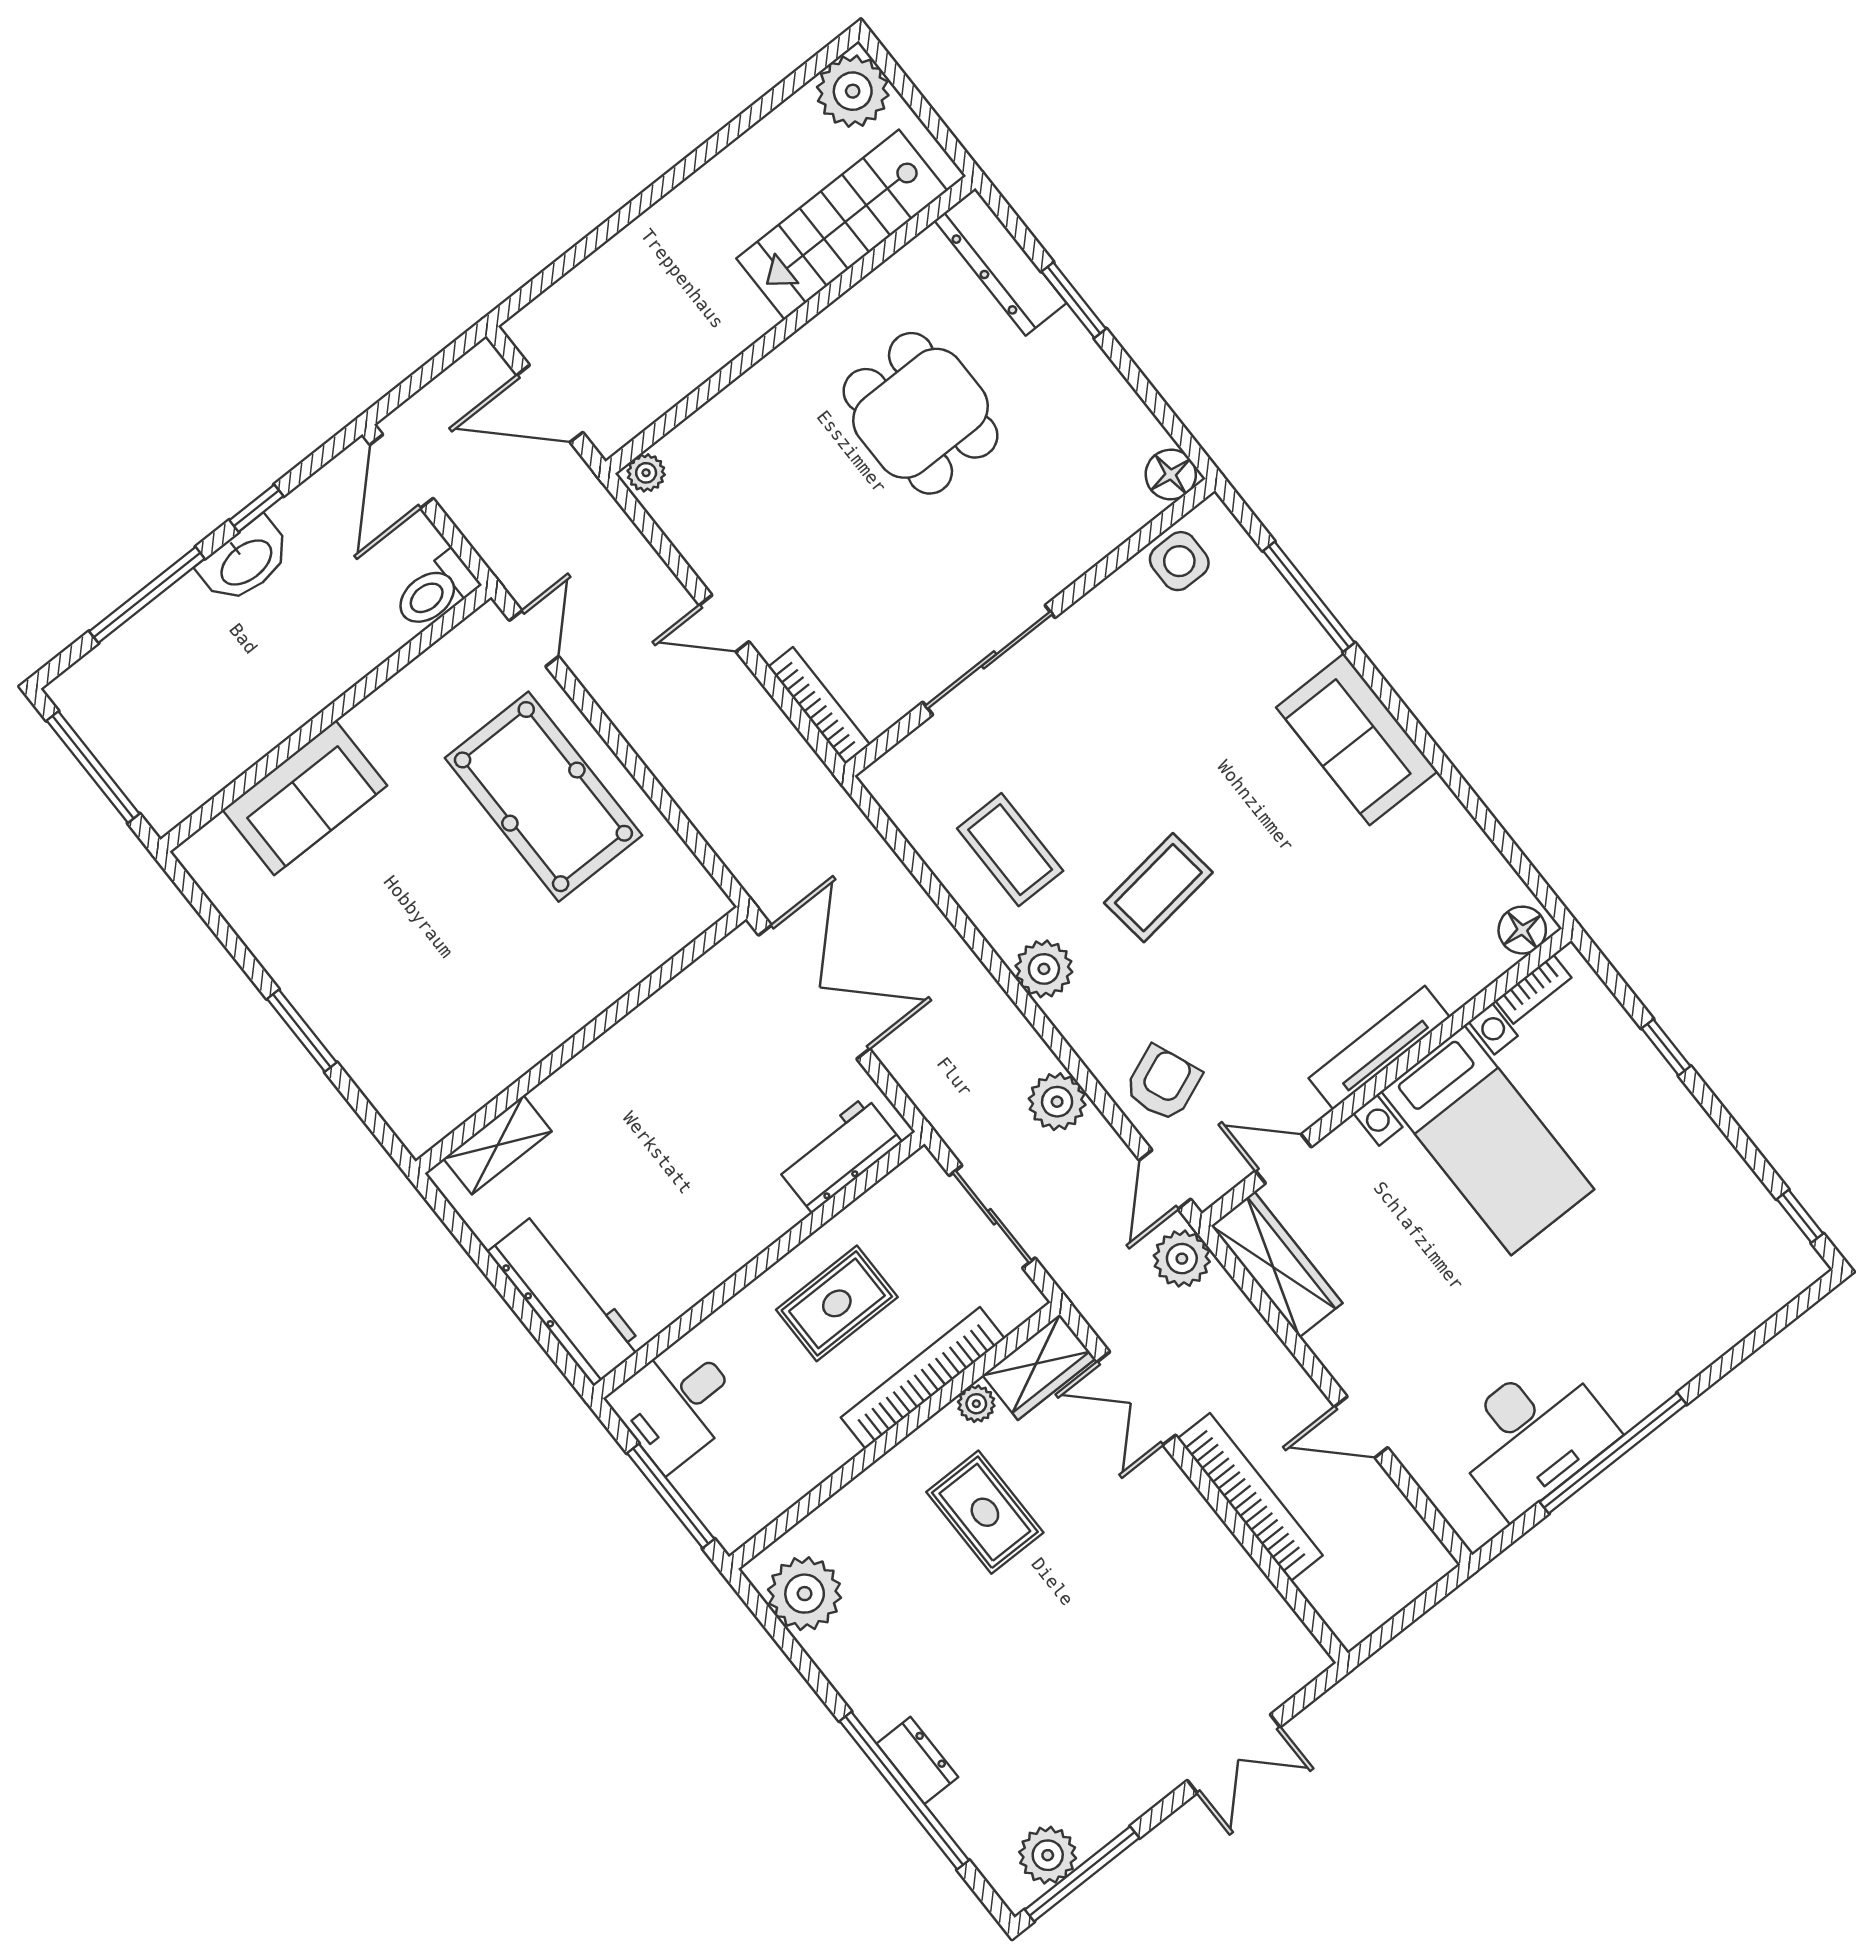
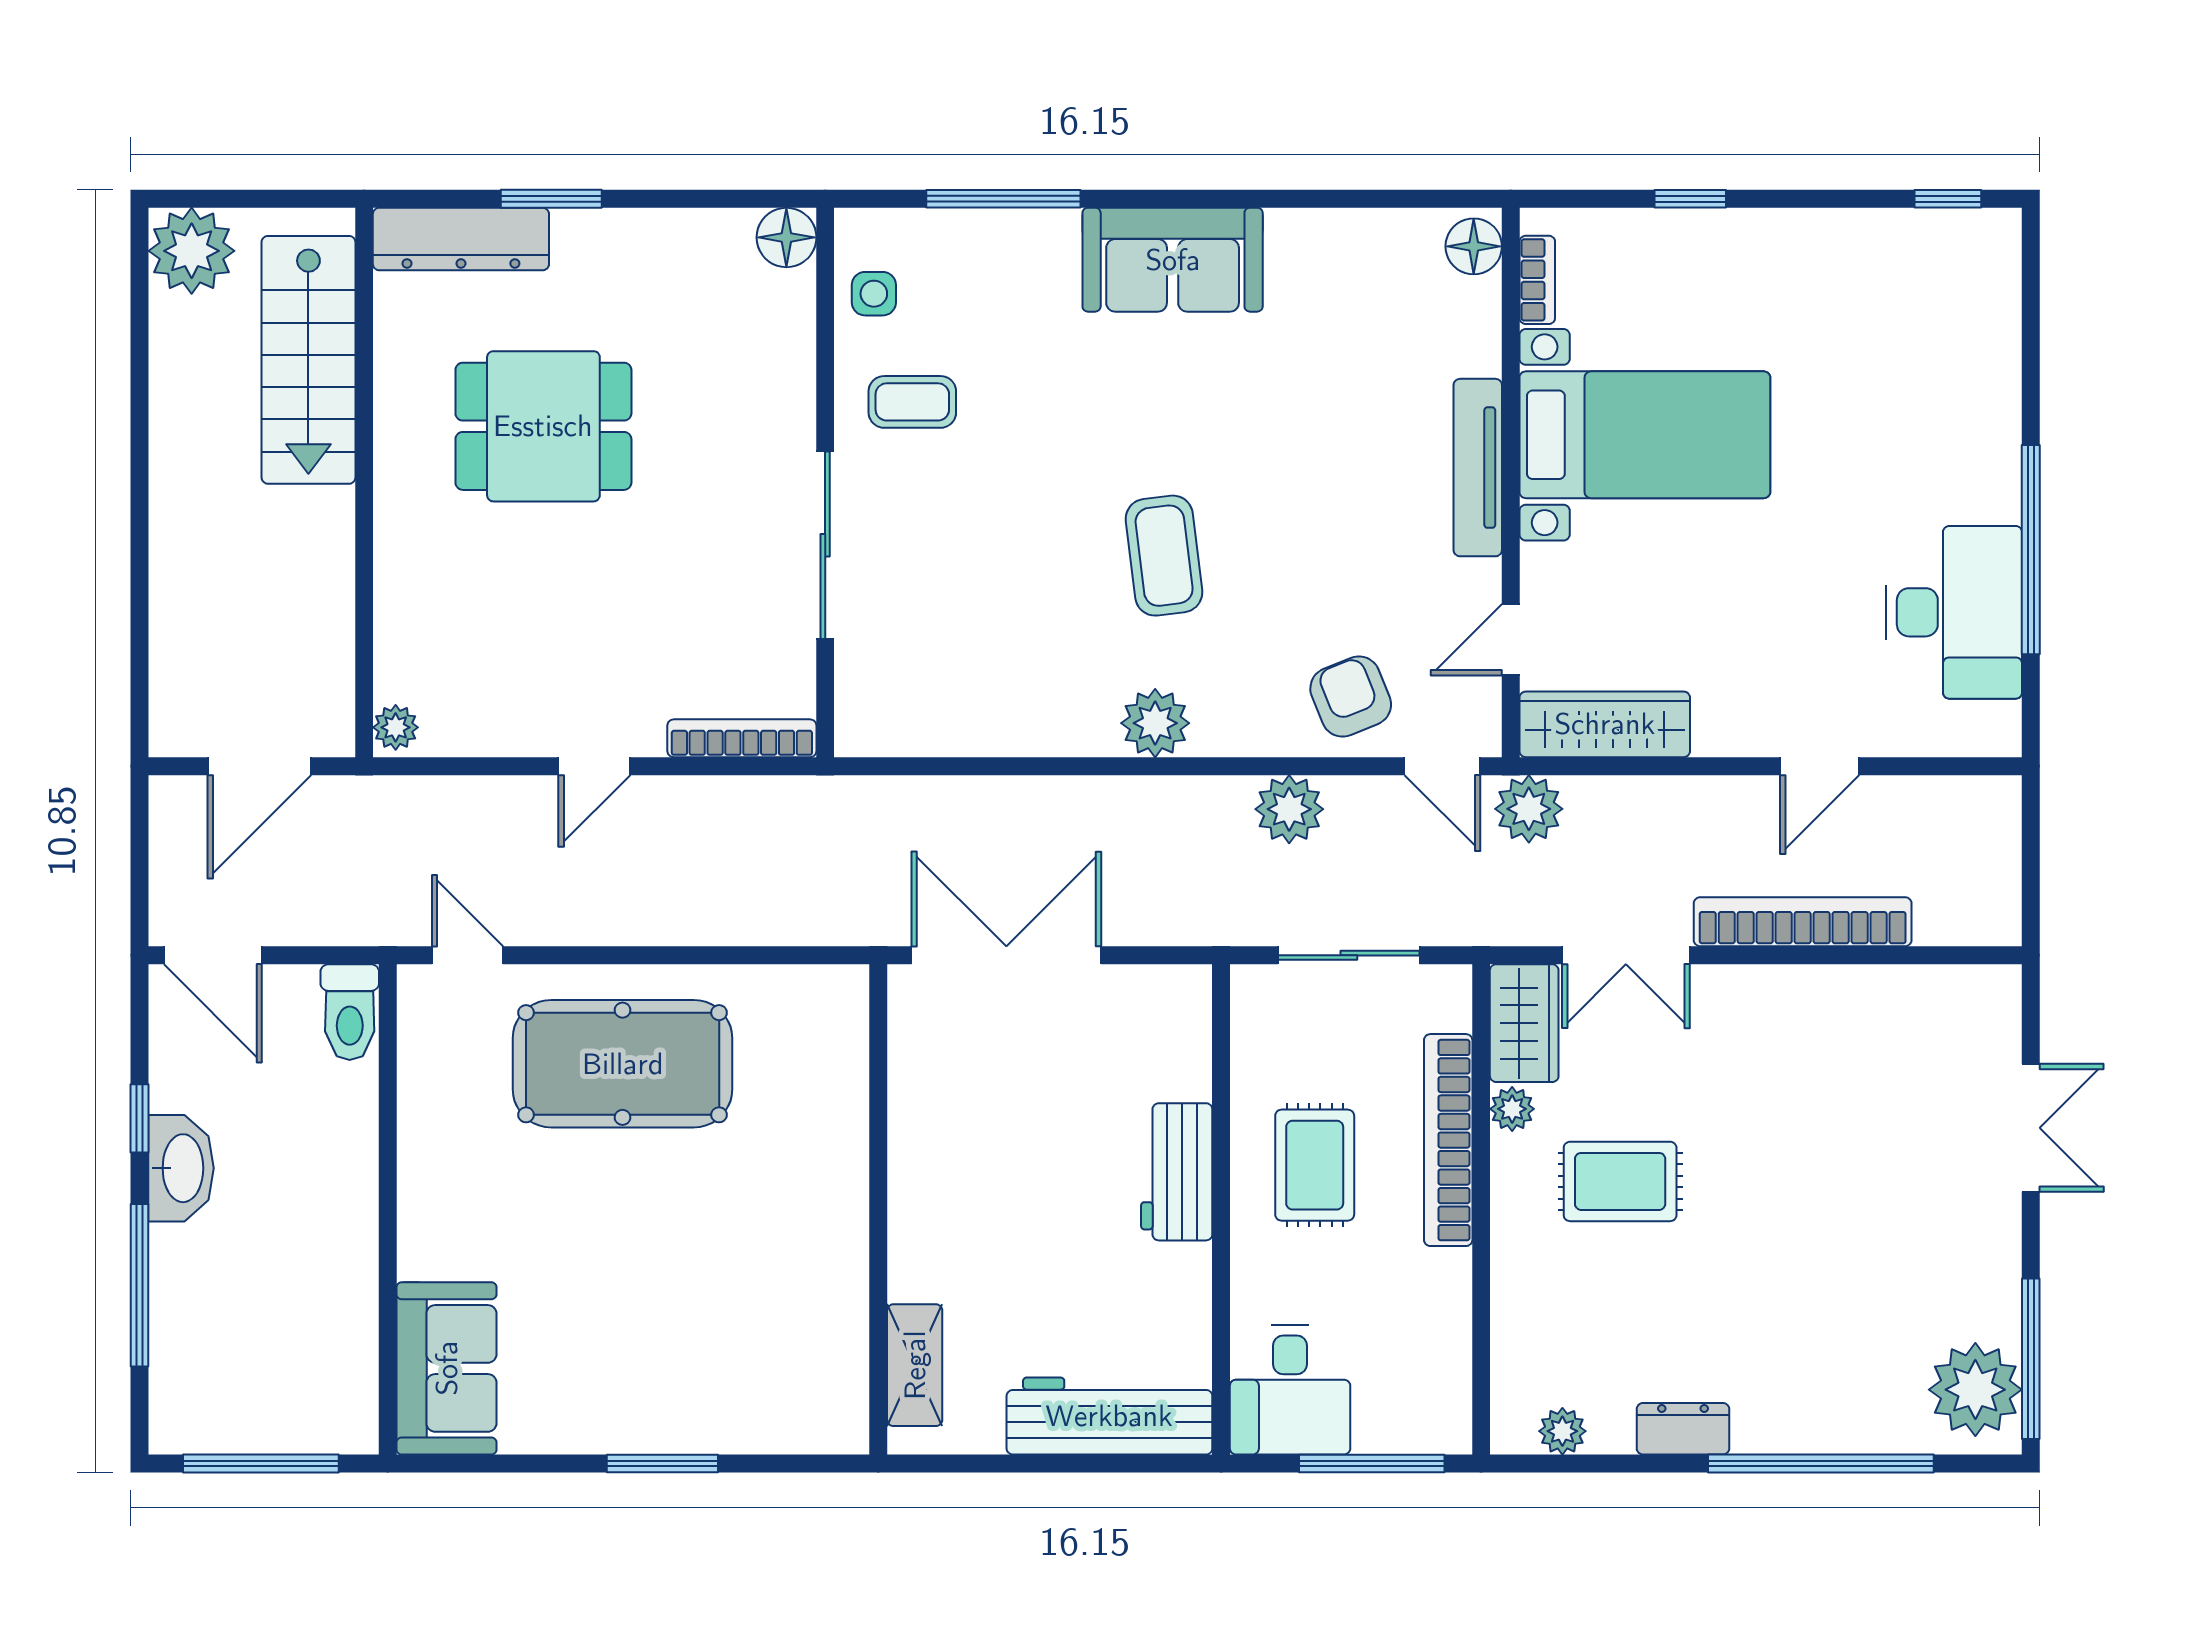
side table: (1179, 561) -> (874, 294), width x0.73, depth x0.73
sofa: (305, 798) -> (447, 1368), moved
coffee table: (1010, 850) -> (912, 402), moved, width x0.73, depth x0.77
workbench: (839, 1154) -> (1177, 1172), moved
plant: (805, 1594) -> (1562, 1431), width x0.53, depth x0.53
dresser: (917, 1760) -> (1683, 1429), moved
plant: (1048, 1855) -> (1975, 1390), width x1.36, depth x1.36

